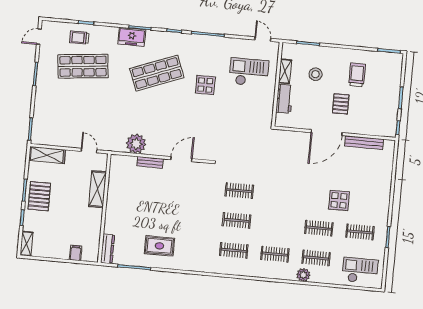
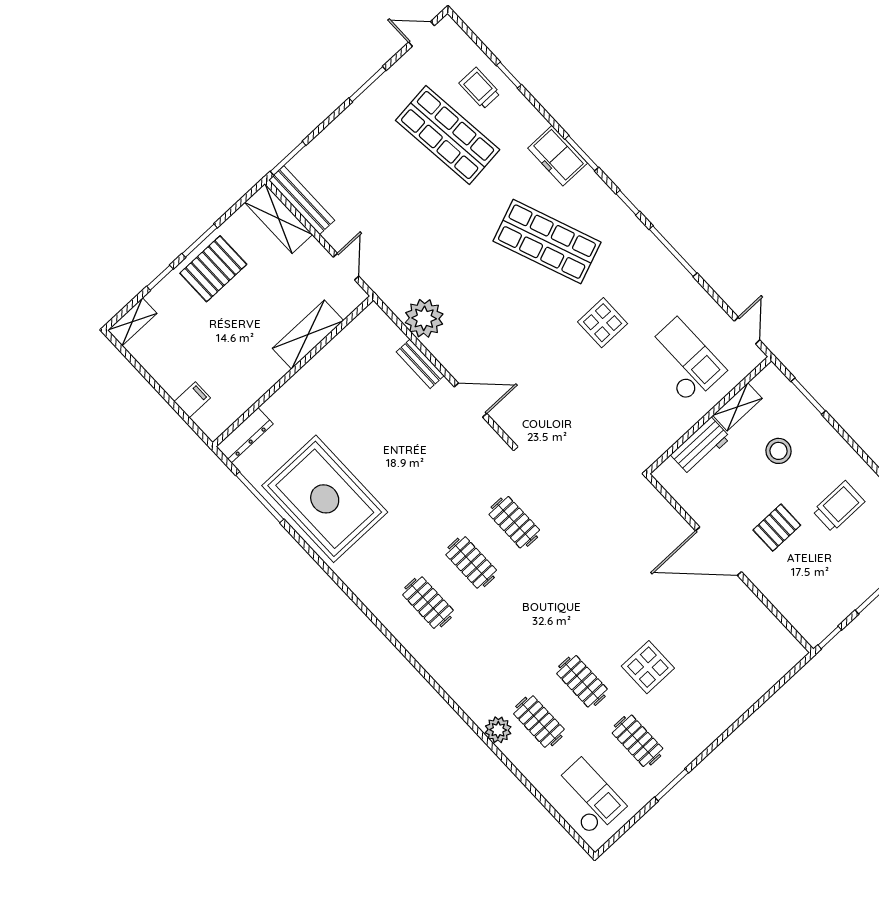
bench: (364, 143) -> (302, 200), moved
rug: (159, 246) -> (325, 499), width x1.86, depth x2.06
clothes rail: (275, 254) -> (483, 662), removed

